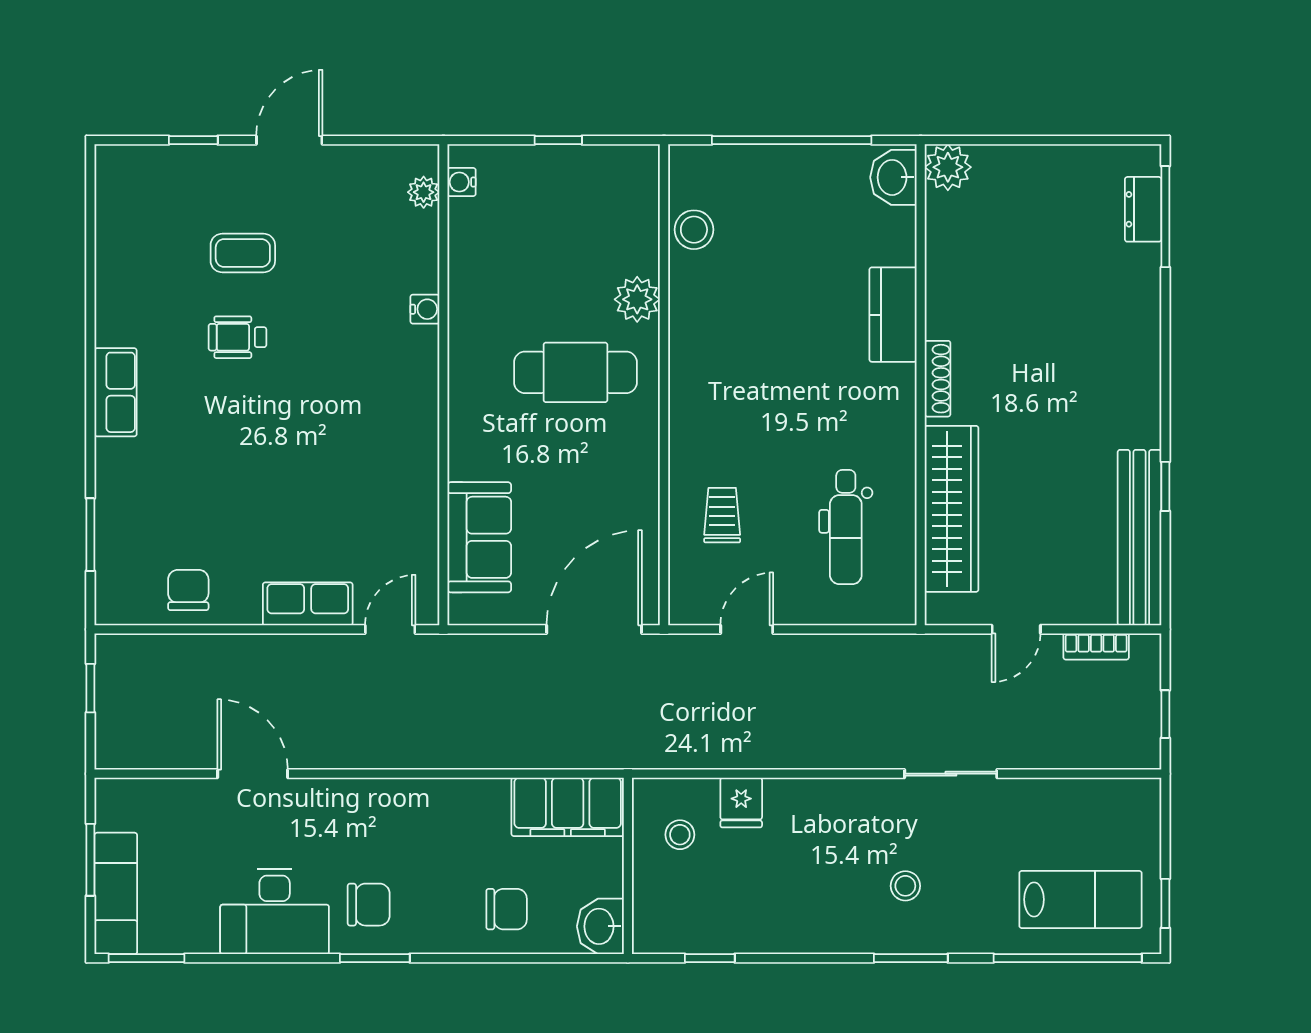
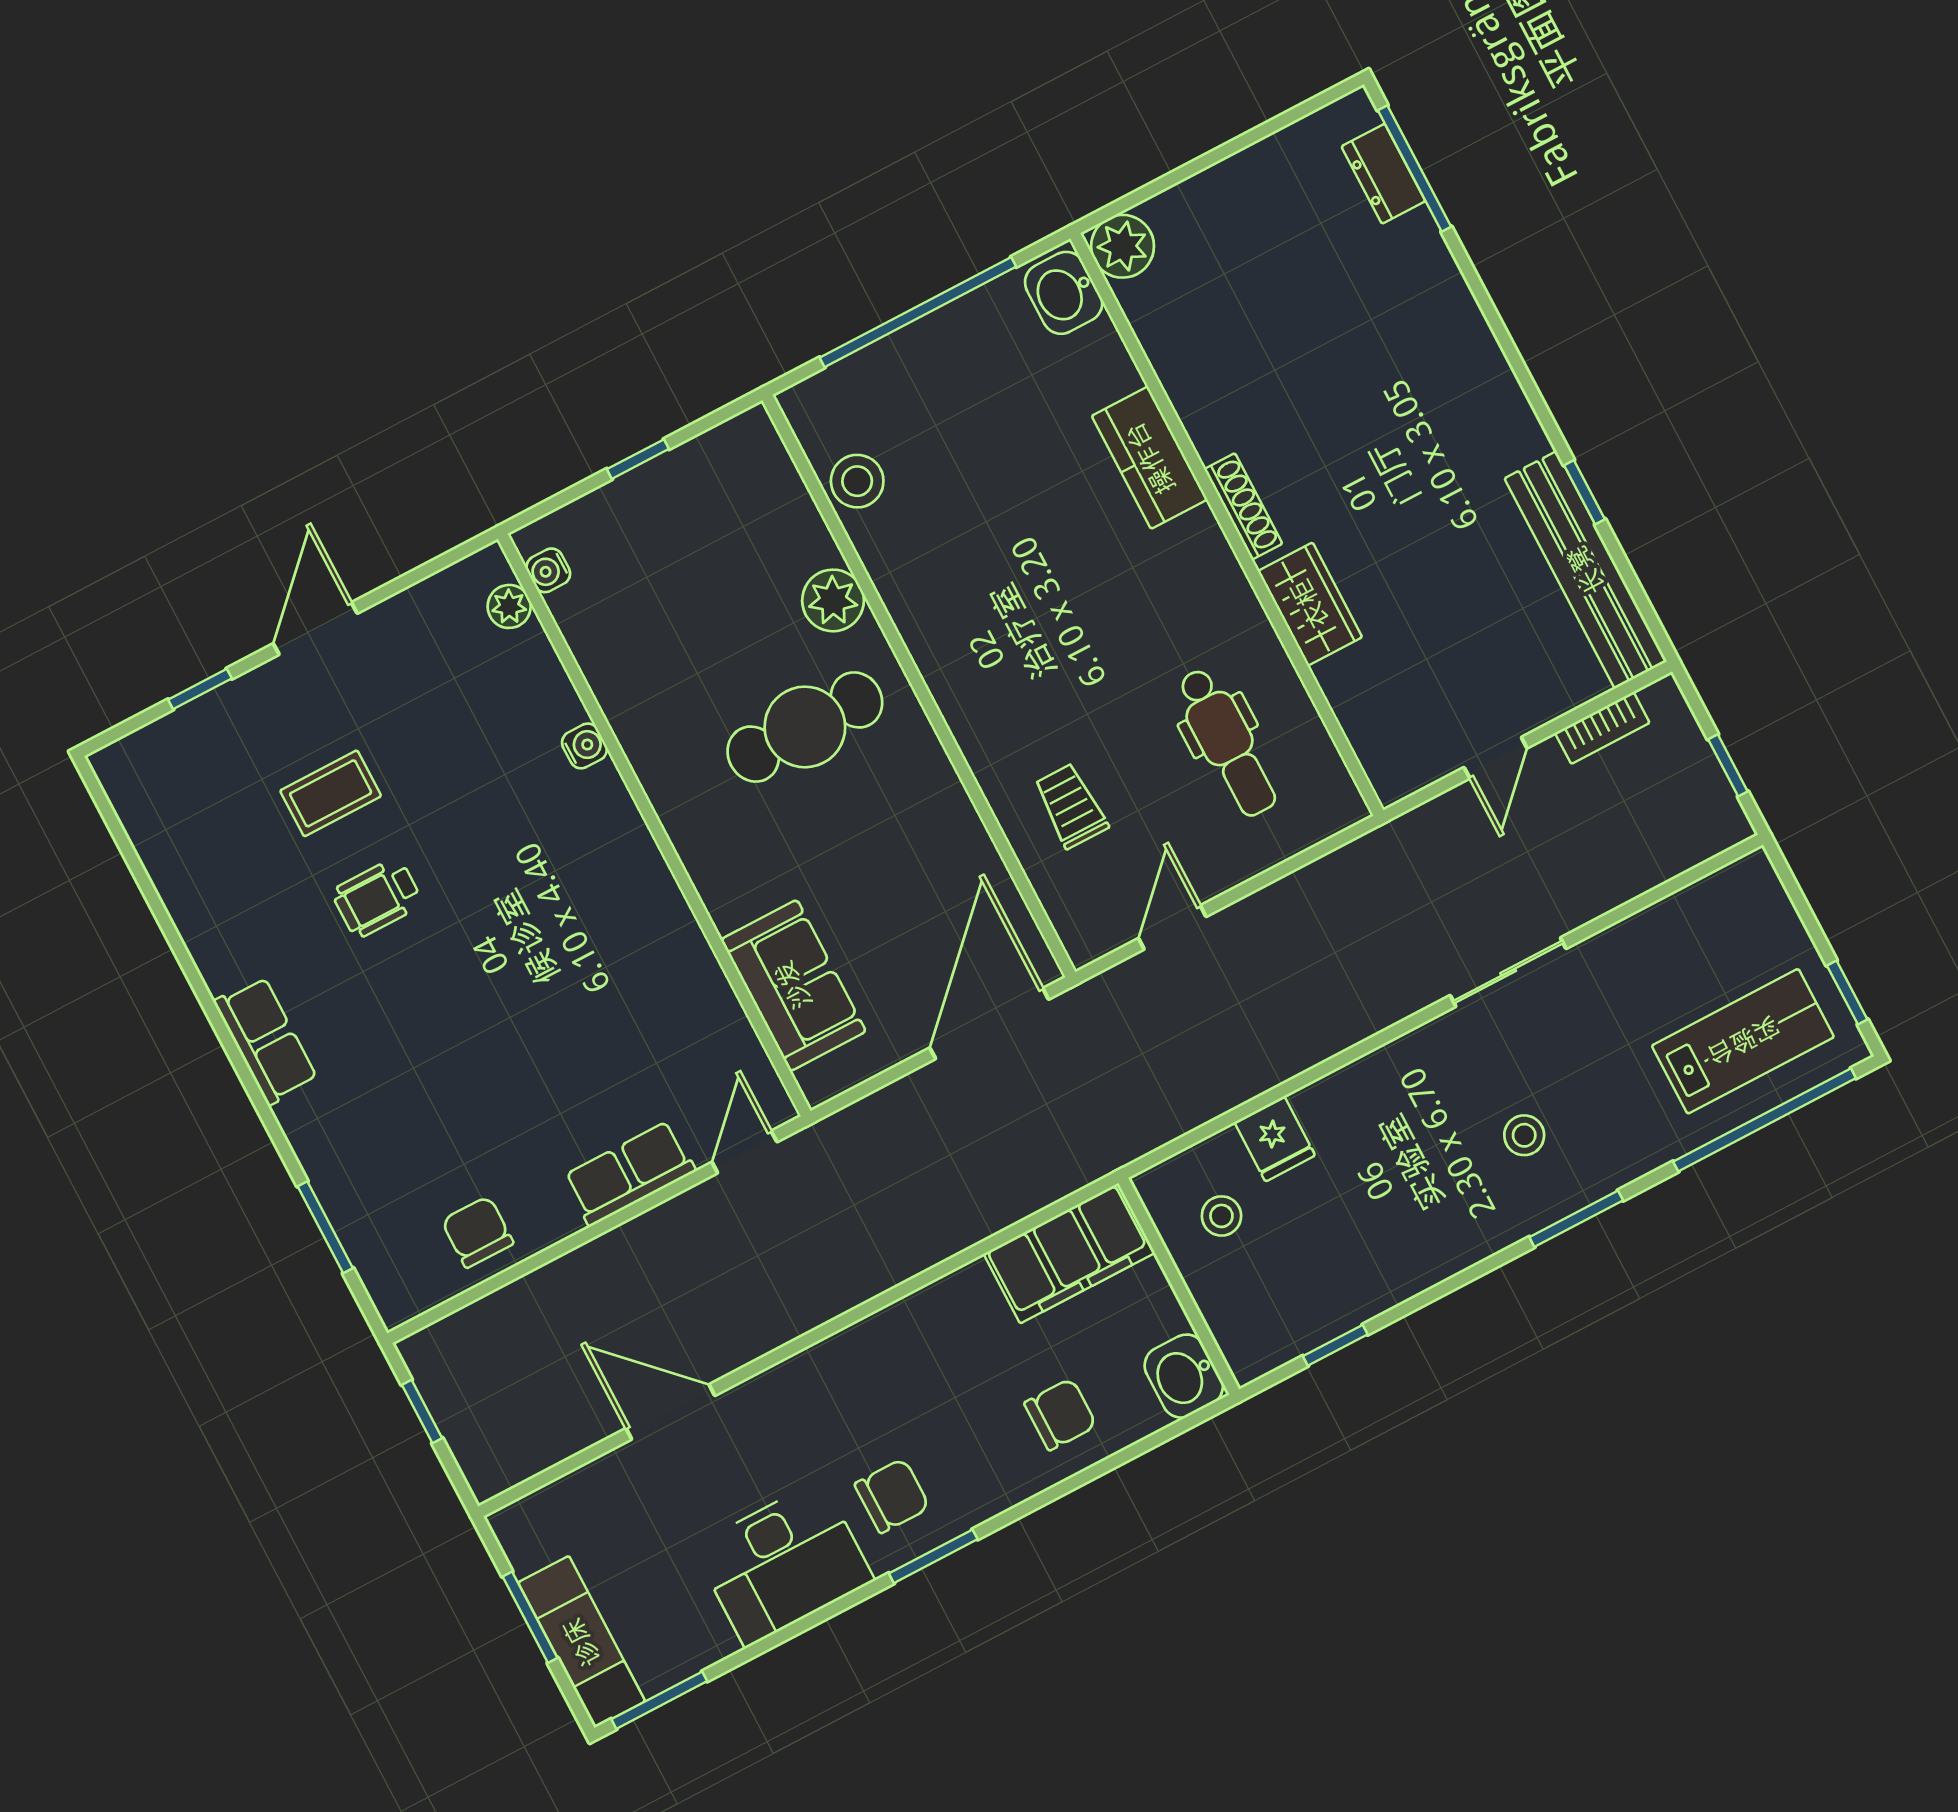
wardrobe: (952, 509) -> (1310, 604), width x0.48, depth x0.85

